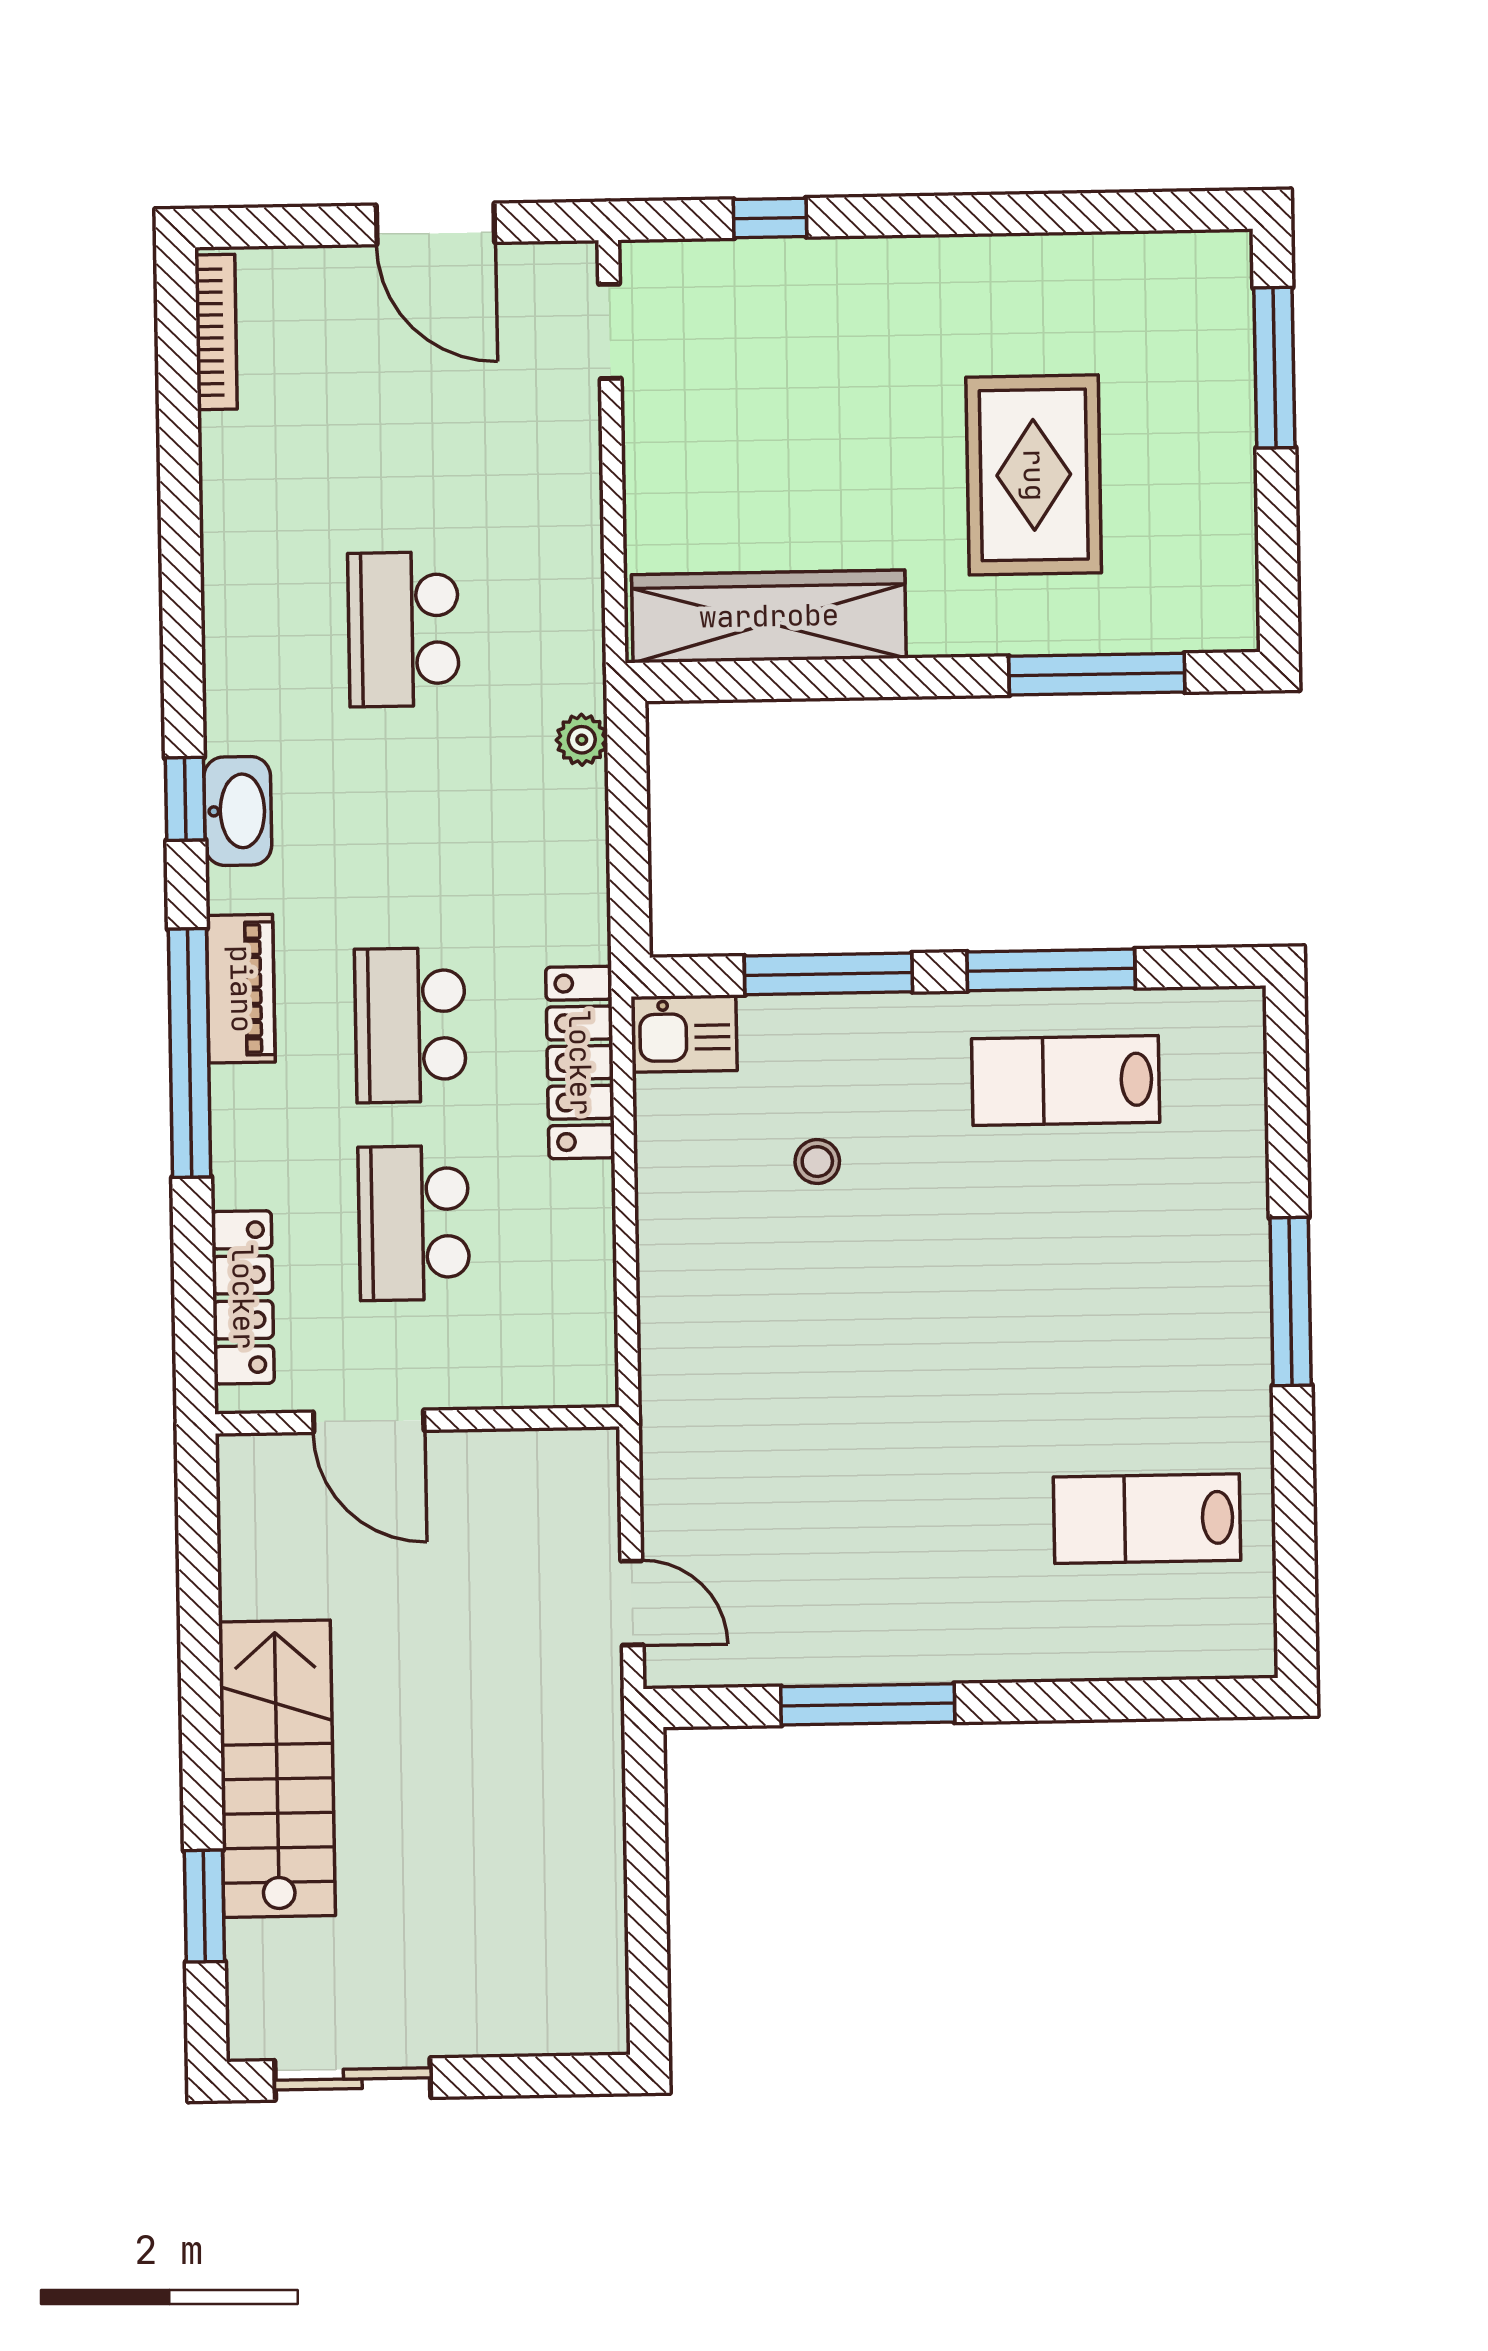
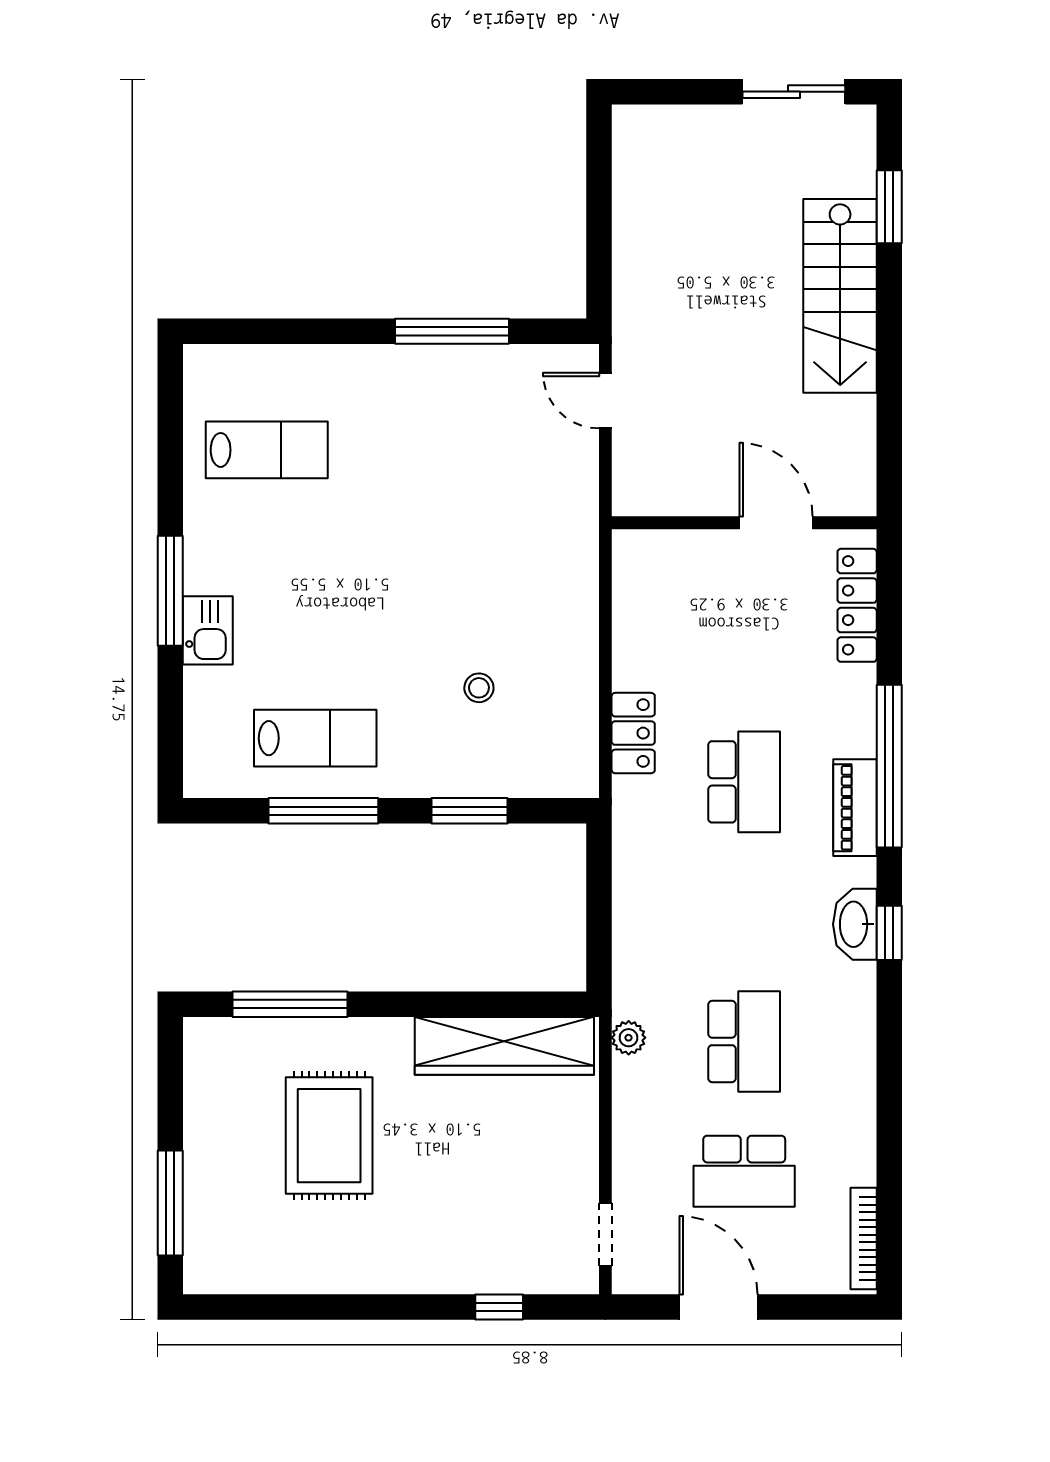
plant: (582, 740) -> (629, 1038), moved
window: (828, 974) -> (469, 811), width x0.69
kitchen sink: (684, 1034) -> (208, 630), moved, turned 90
locker: (580, 1063) -> (633, 733), width x0.66
school desk: (414, 1223) -> (744, 1171), moved, turned 90

